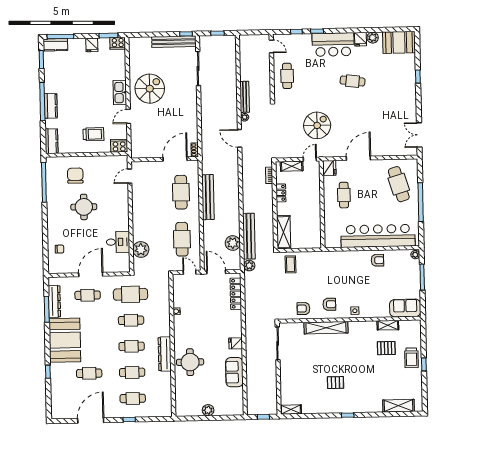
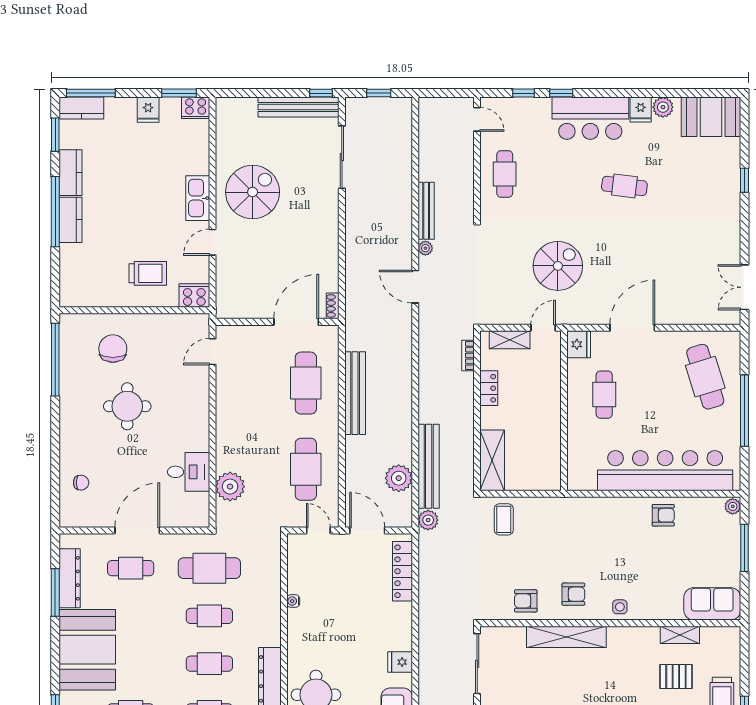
kitchen counter: (51, 141) -> (70, 173), moved

